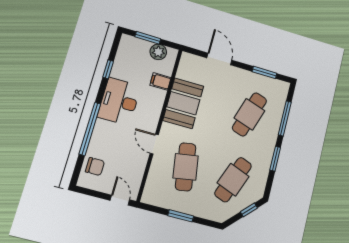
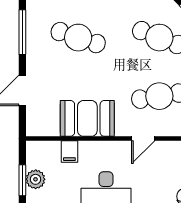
plant: (158, 52) -> (36, 179), moved
window: (264, 72) -> (22, 32), width x1.44

